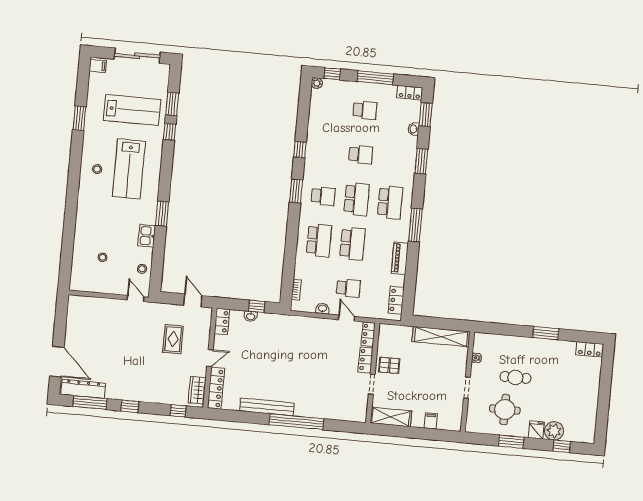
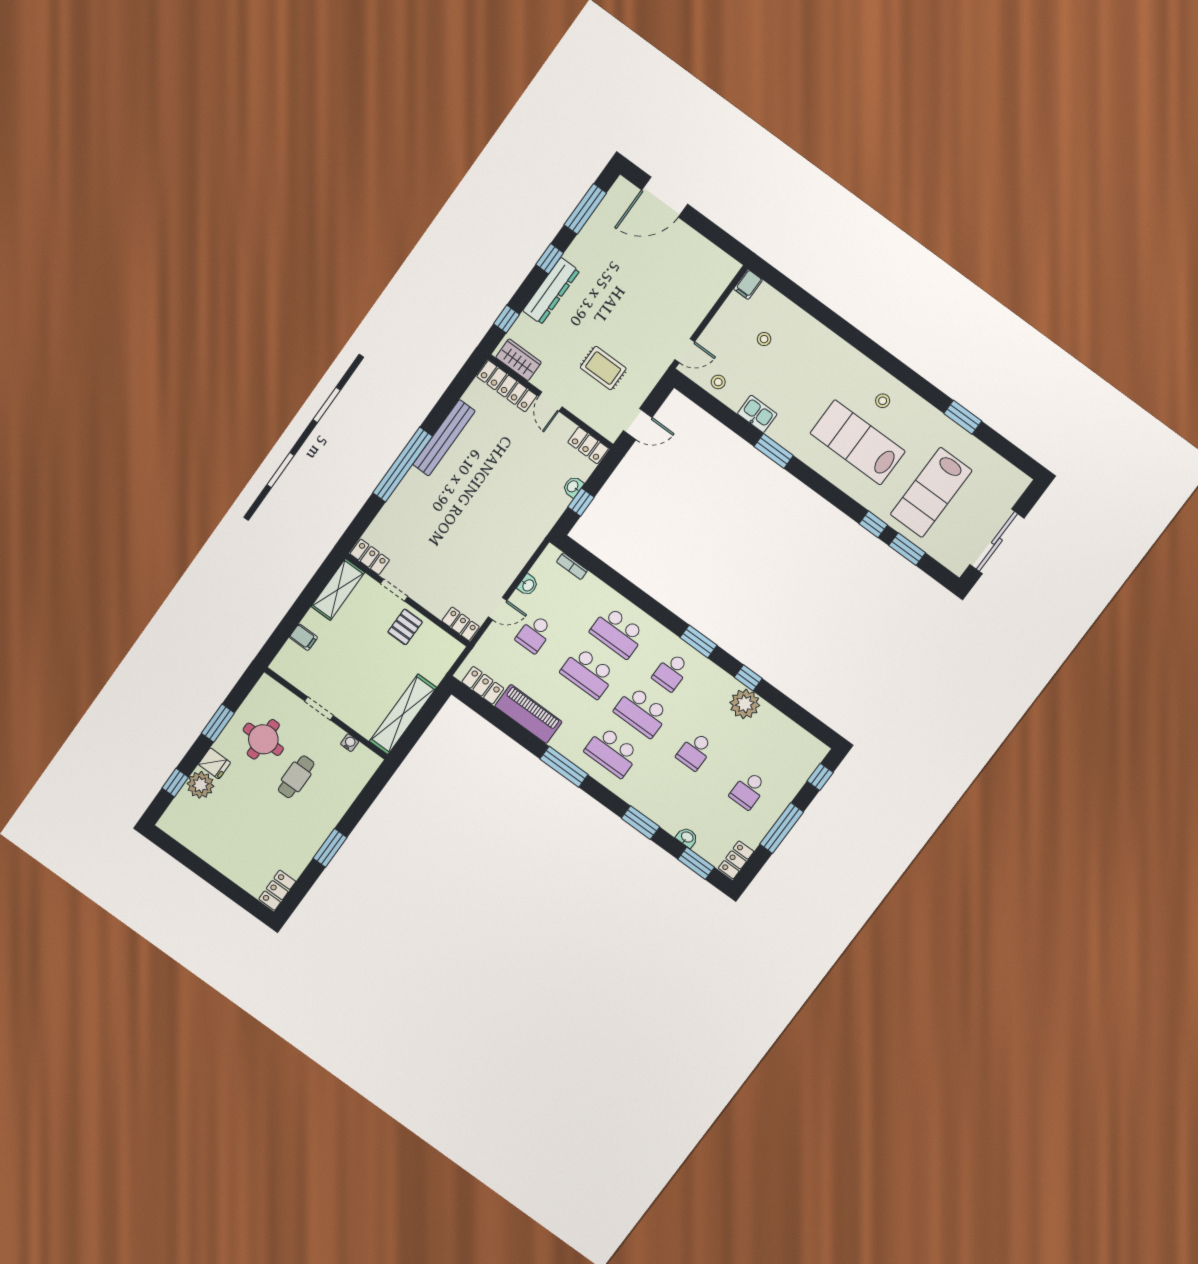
filing cabinet: (98, 66) -> (748, 284), moved
plant: (317, 83) -> (745, 704), moved, width x1.88, depth x1.88
piano: (400, 258) -> (528, 714), width x1.37, depth x1.33
locker: (365, 360) -> (370, 557), moved
dresser: (83, 389) -> (551, 291), moved

